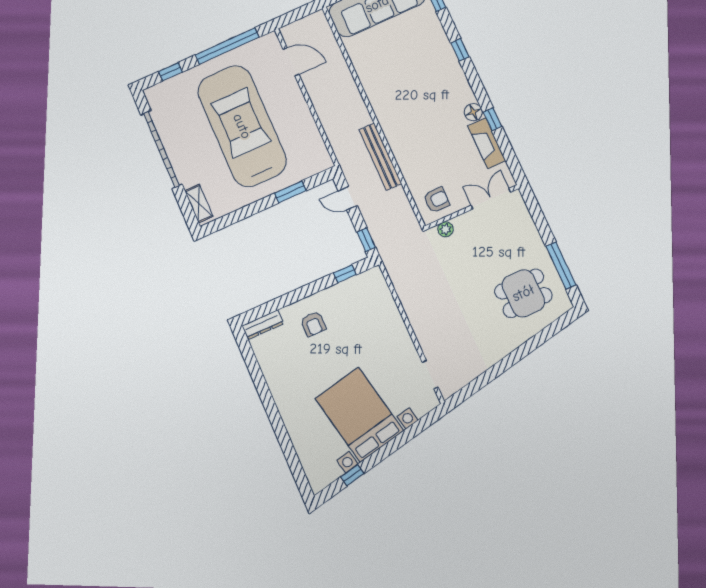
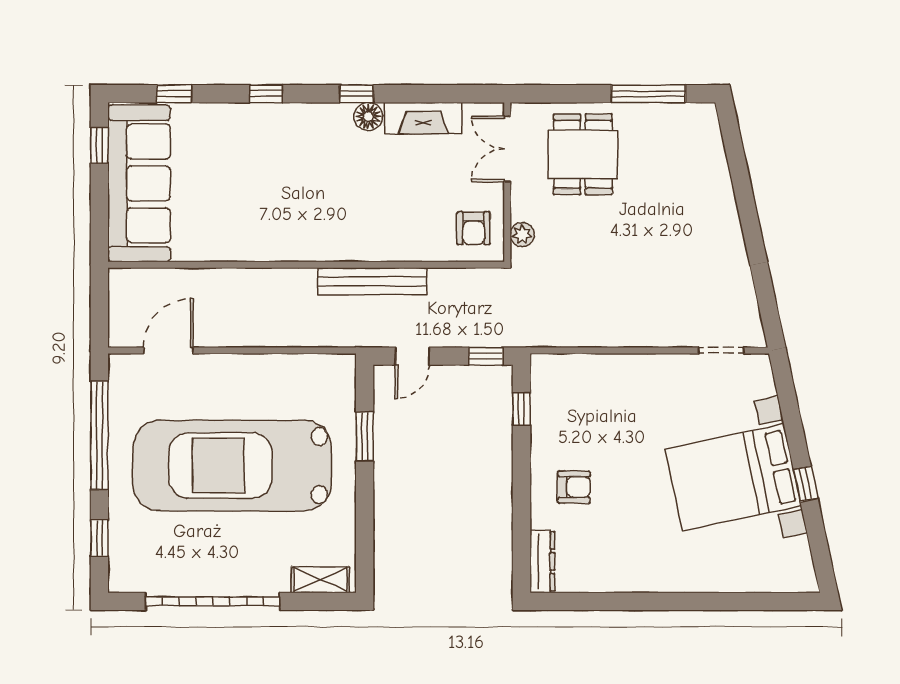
window: (492, 119) -> (357, 94), moved
armchair: (437, 200) -> (474, 228), turned 180
dining table: (523, 293) -> (583, 154), moved
window: (352, 475) -> (806, 484), moved

